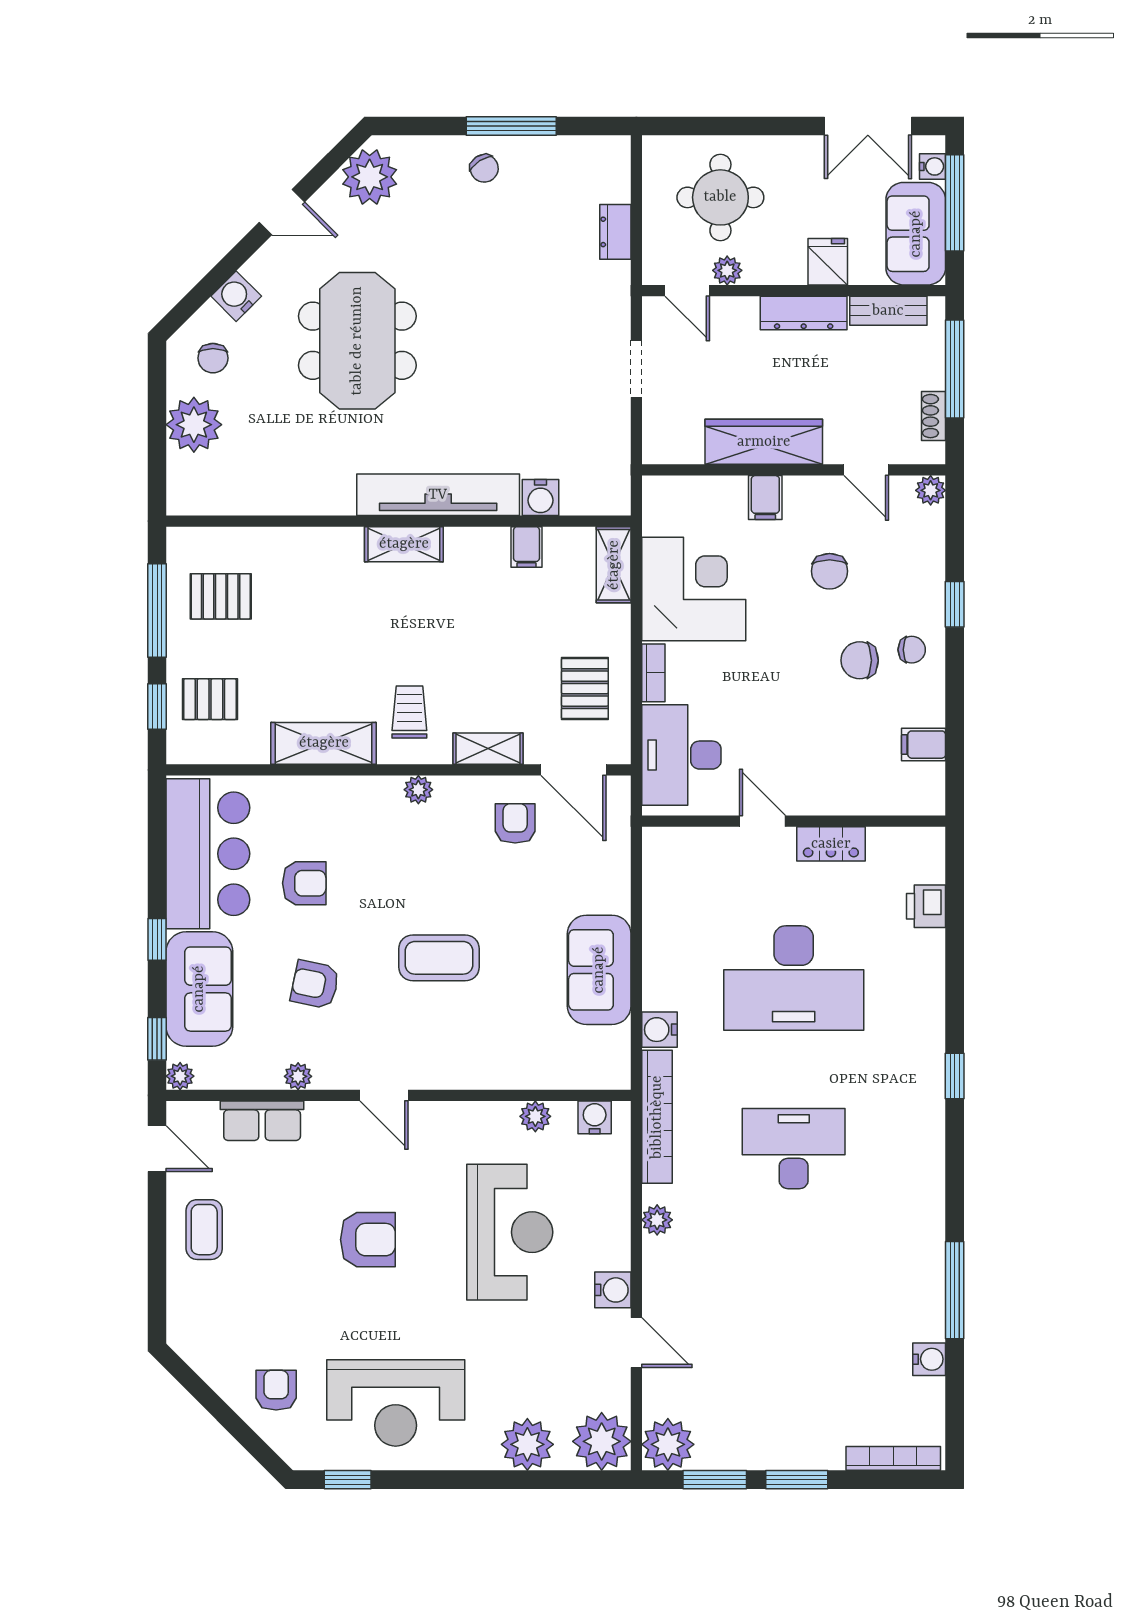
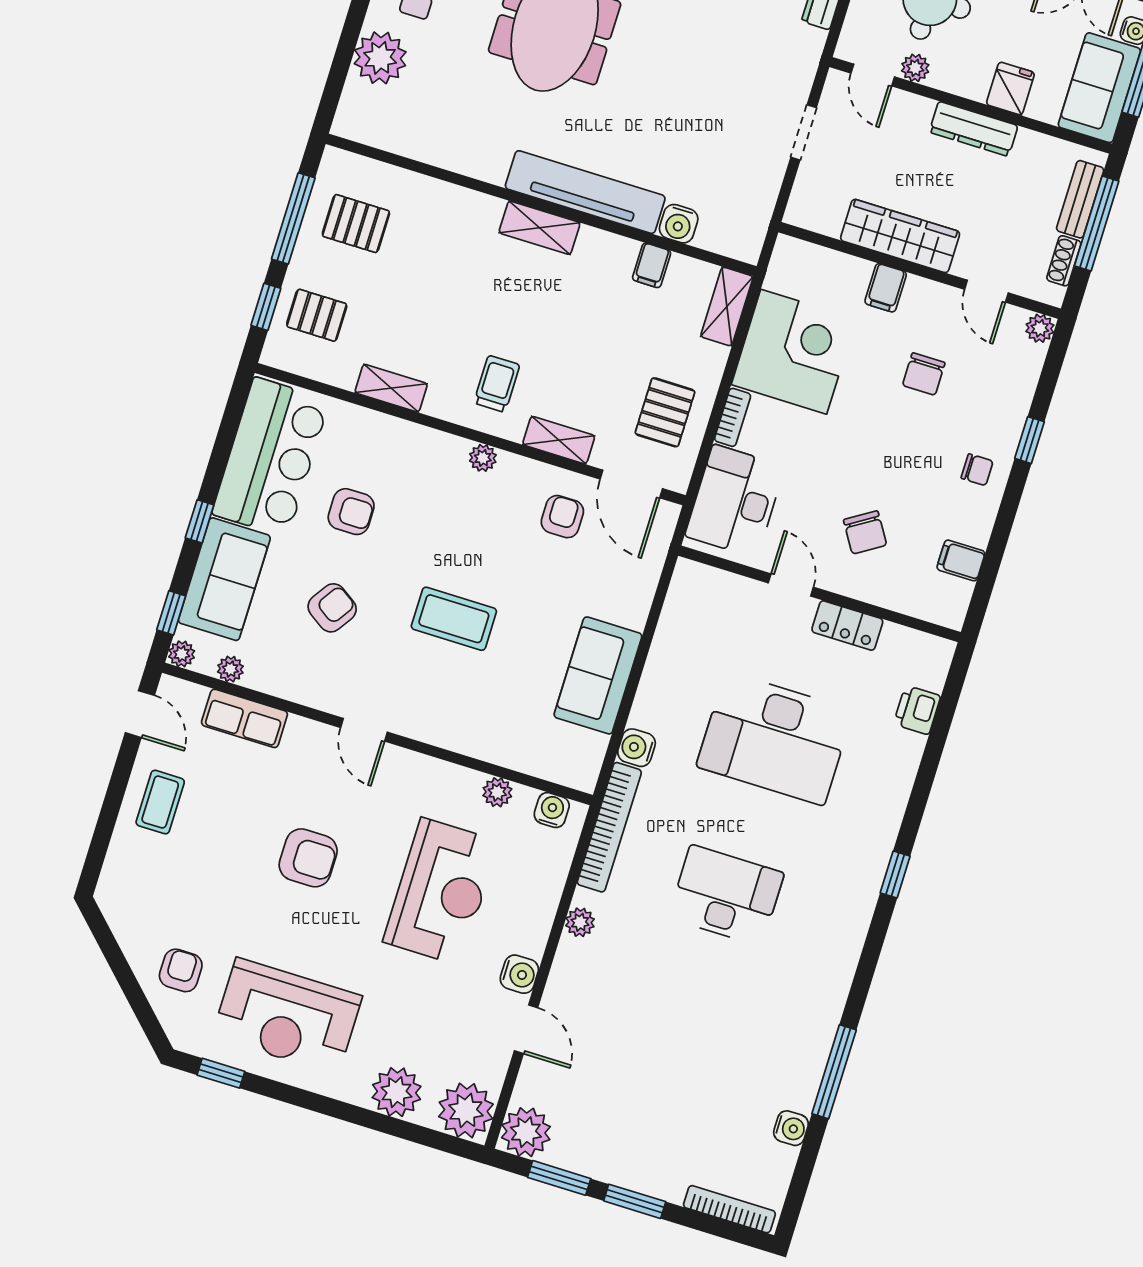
bench: (888, 311) -> (1080, 199), moved, turned 90
chair: (860, 660) -> (865, 532), moved, turned -122
shelving: (324, 743) -> (391, 388), width x0.67, depth x0.75
armchair: (315, 984) -> (332, 608), turned 112
plant: (298, 1076) -> (230, 669), moved

